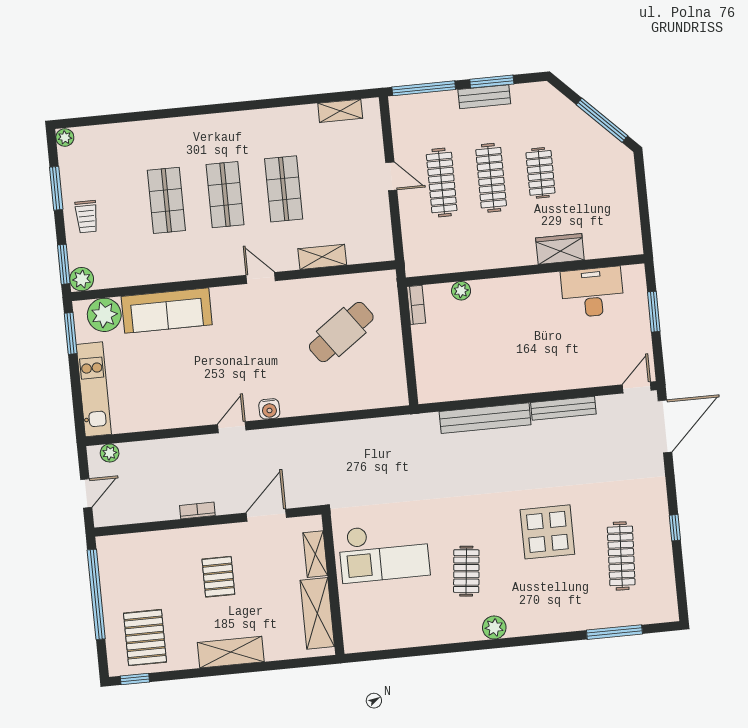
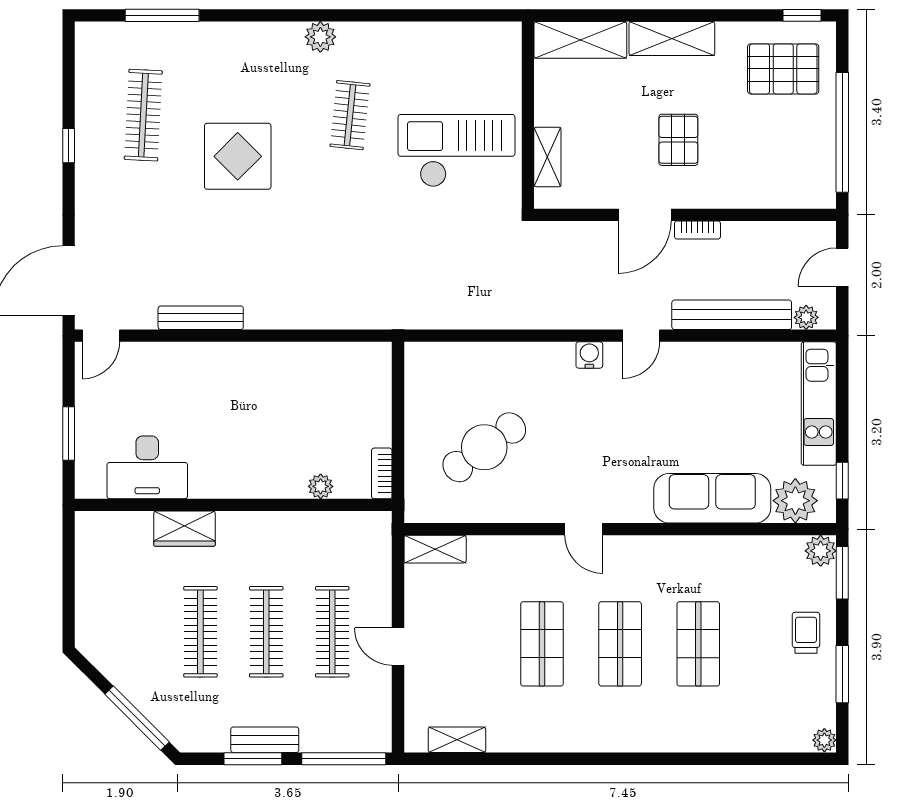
window: (602, 120) -> (137, 718), moved
clothes rail: (540, 173) -> (200, 632), width x1.36
shelving: (322, 257) -> (435, 549), moved
window: (71, 333) -> (842, 481), width x0.67
bench: (485, 418) -> (732, 315), moved
door: (266, 515) -> (645, 215), moved
shelving: (317, 613) -> (580, 40), moved, turned 90
pallet: (145, 638) -> (783, 69), turned 90

